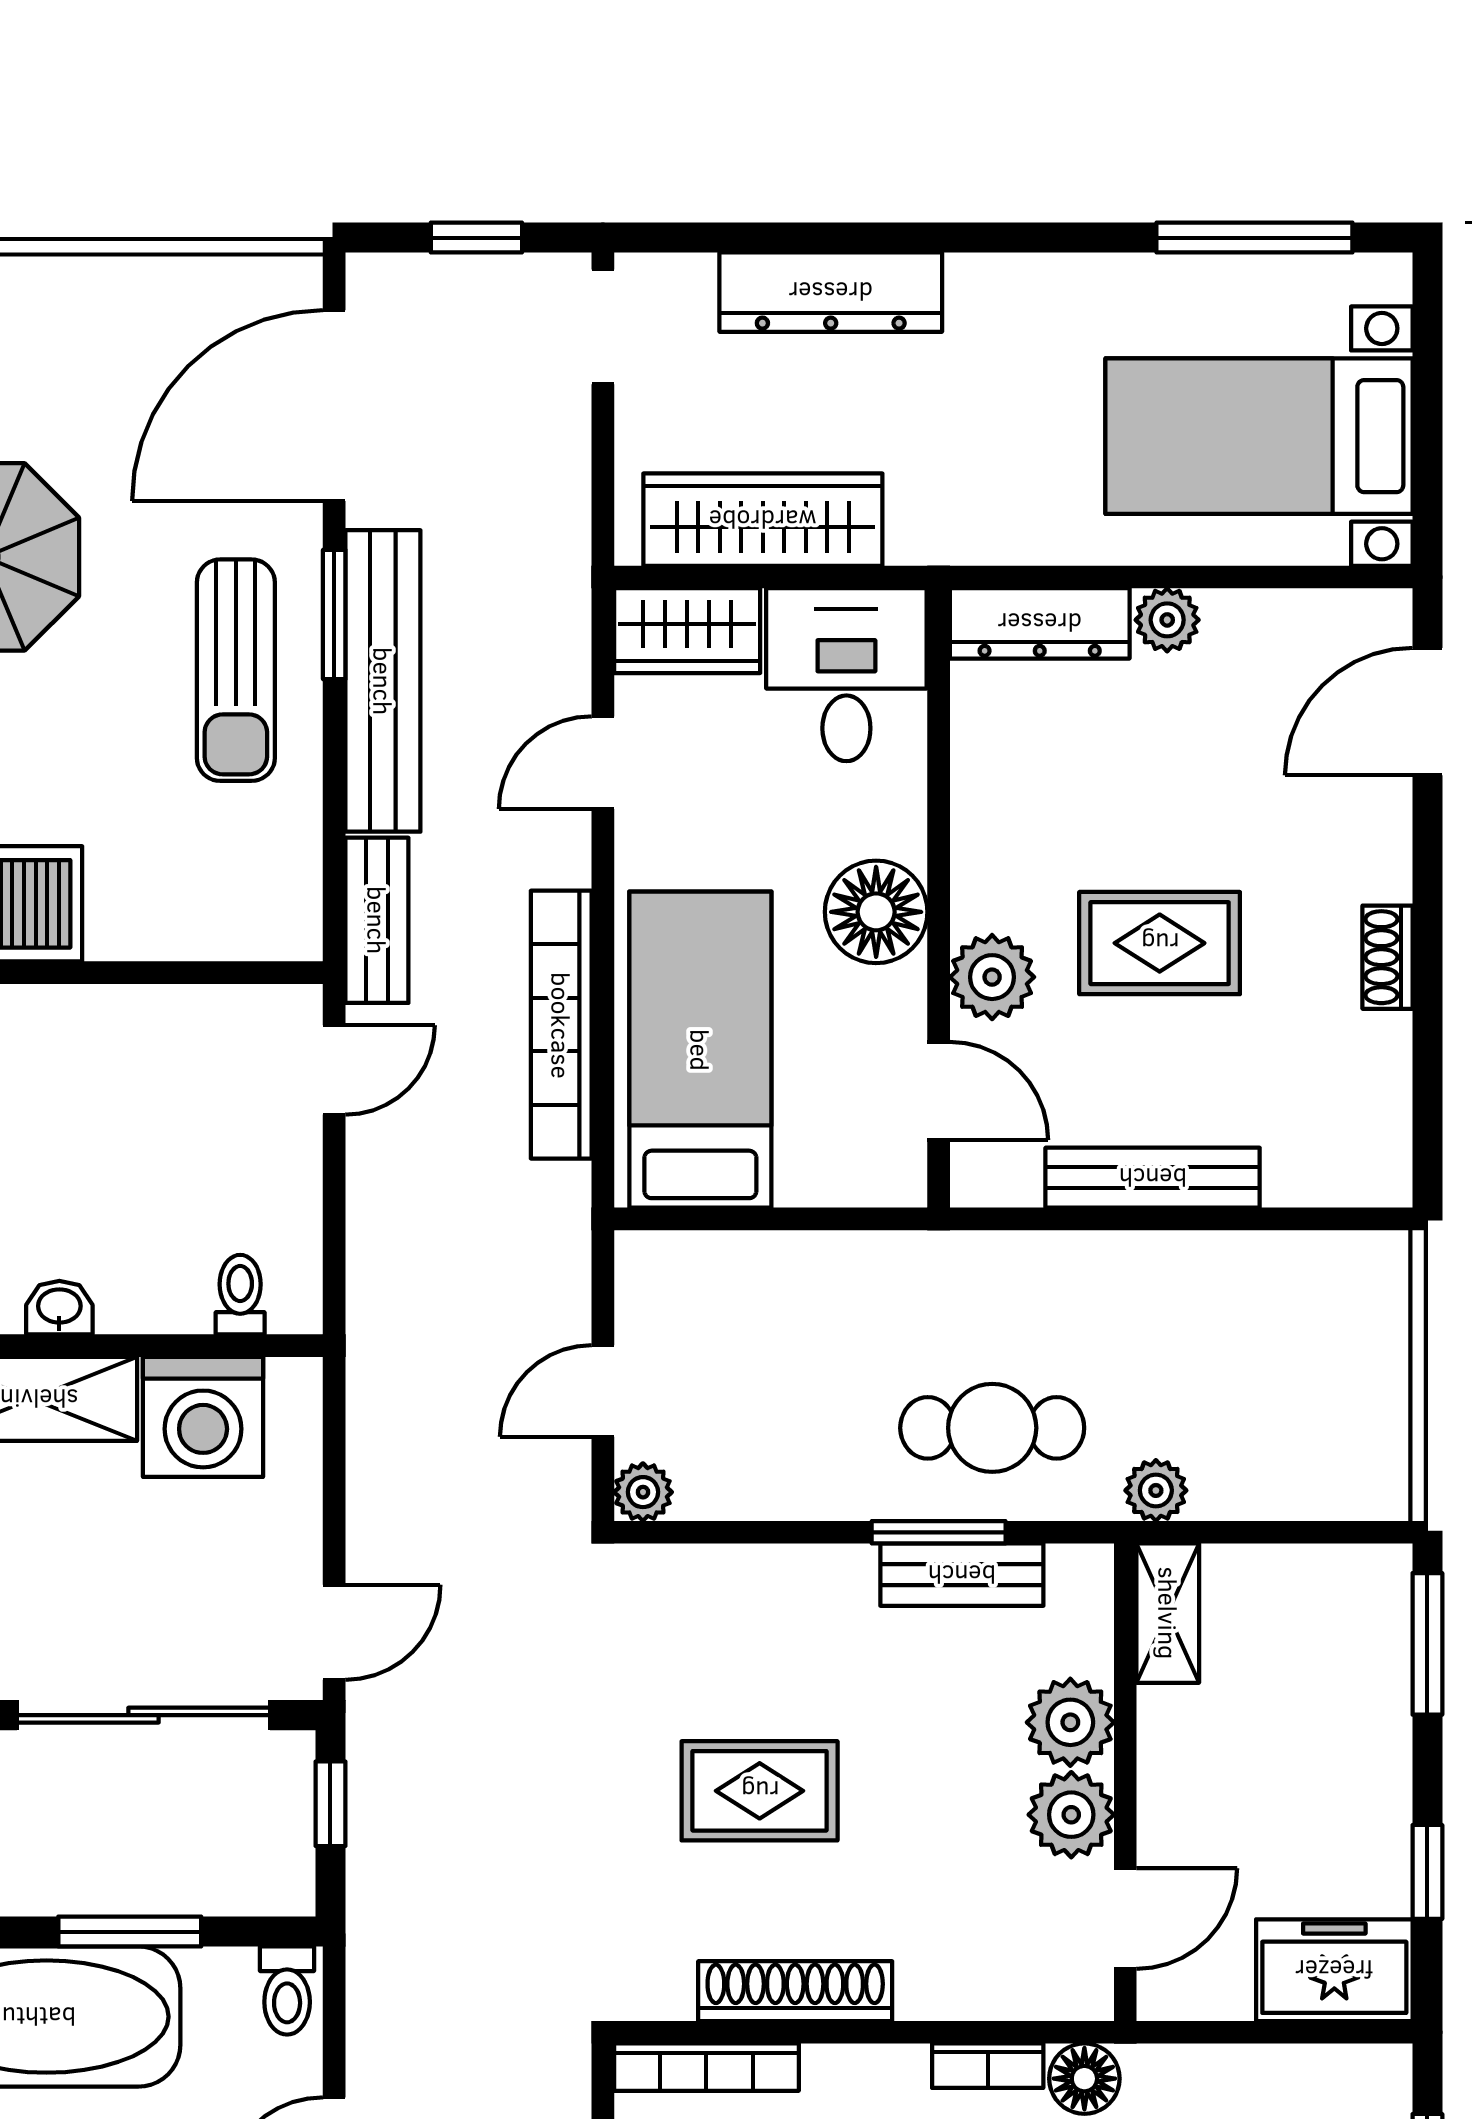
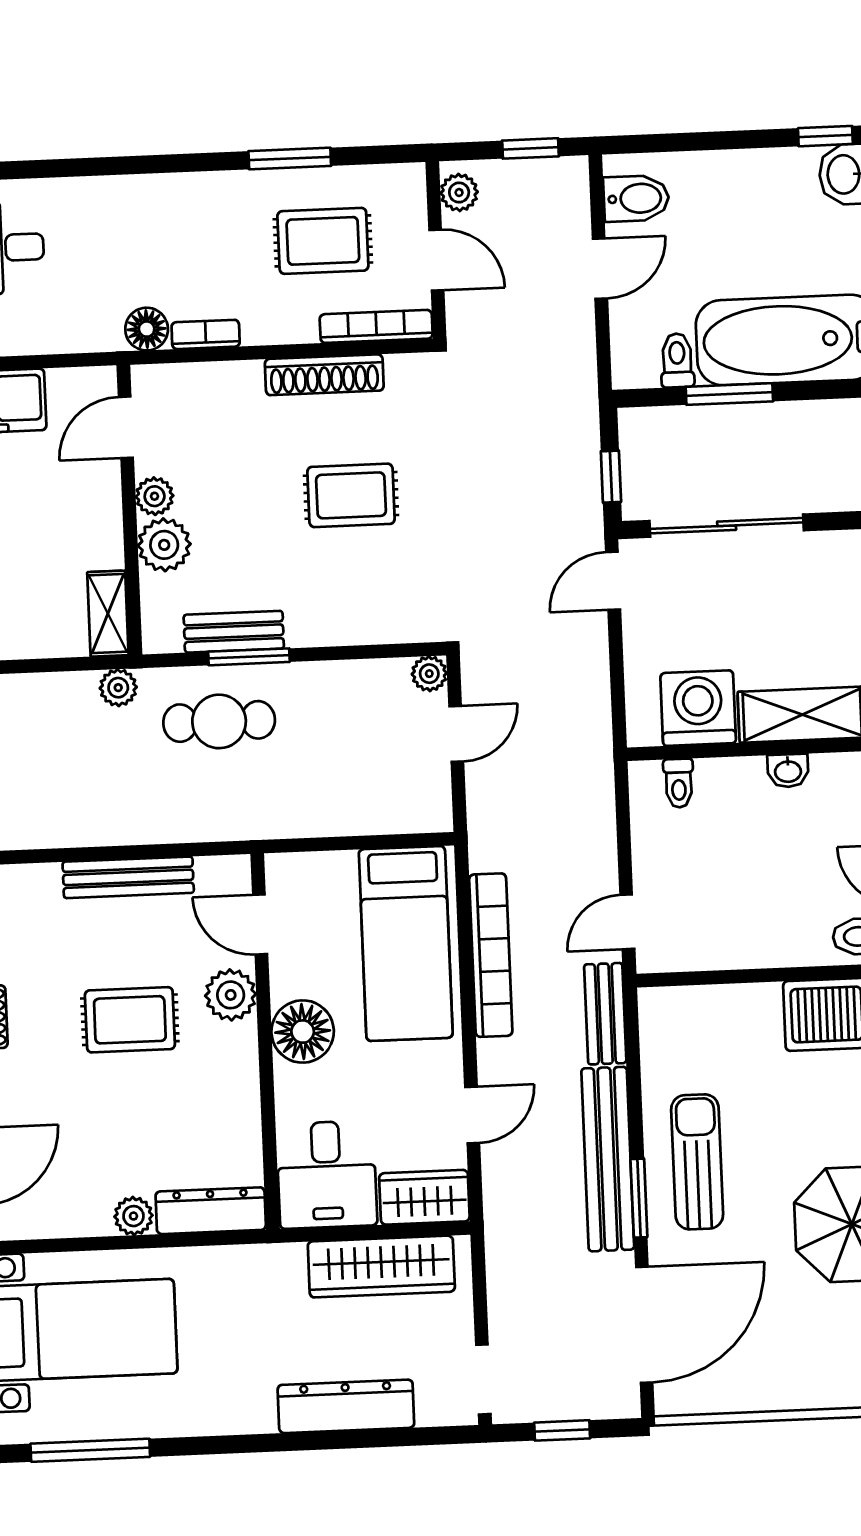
plant: (1071, 1815) -> (155, 496), width x0.73, depth x0.73
toilet: (287, 1991) -> (677, 360), moved

